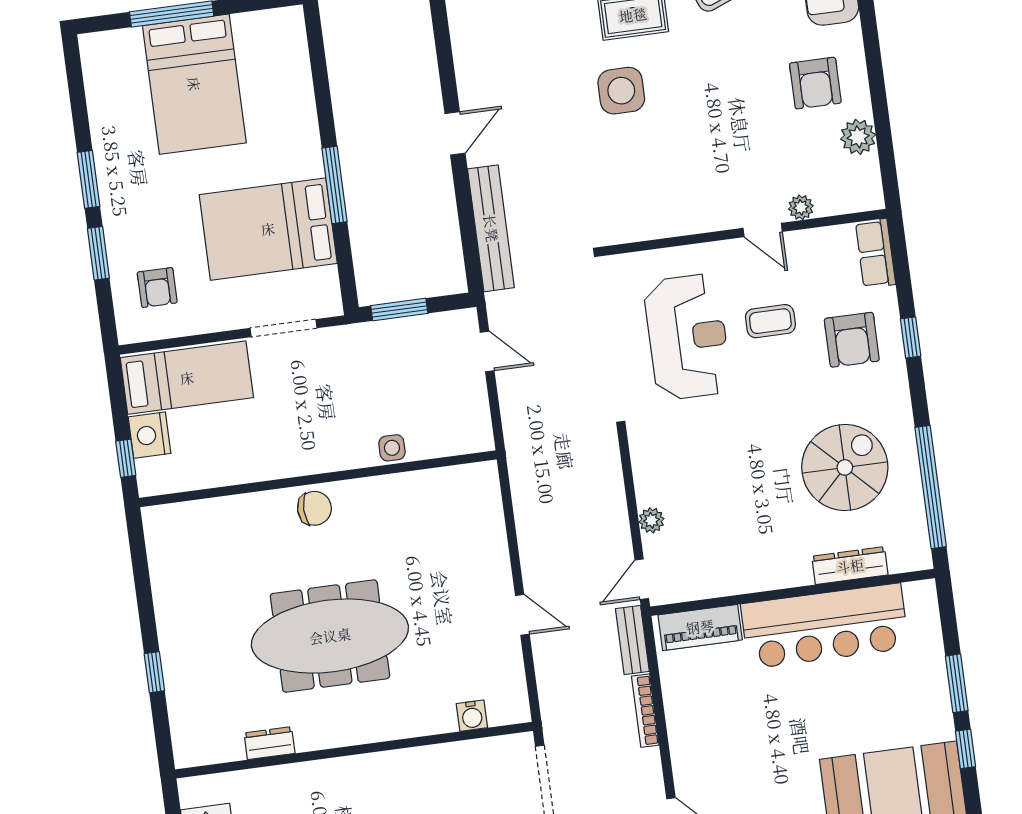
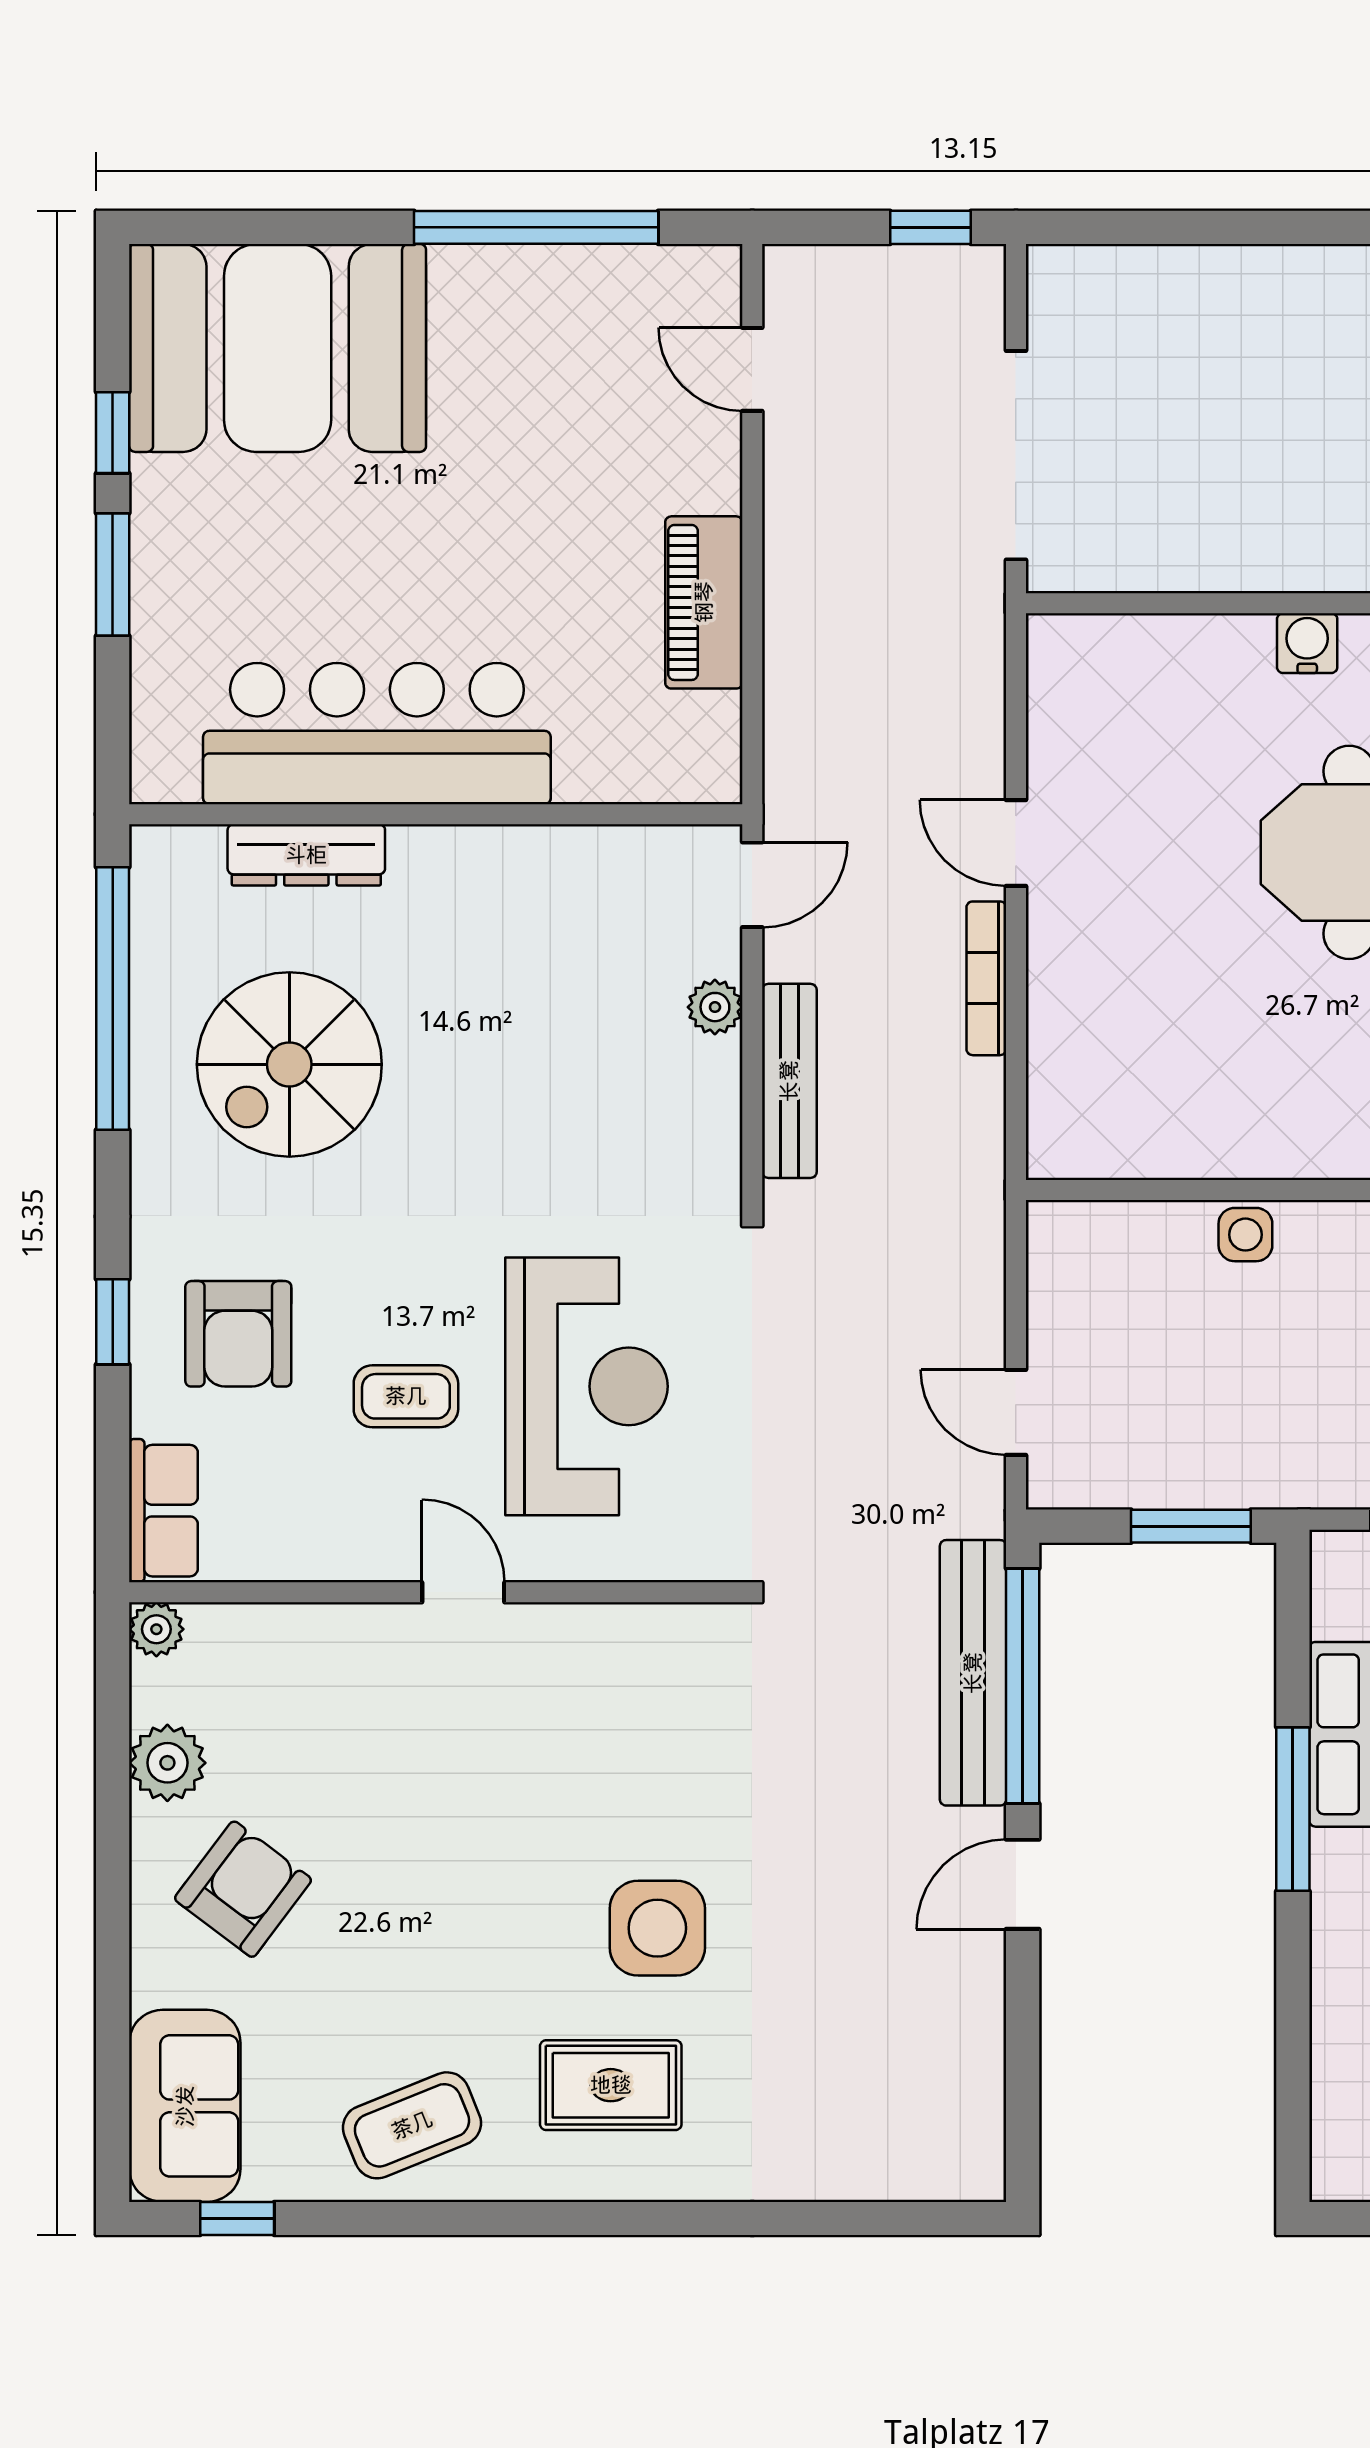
armchair: (815, 83) -> (243, 1889), turned 37
plant: (801, 207) -> (156, 1629), moved
window: (467, 225) -> (1023, 1686), added
door: (763, 230) -> (463, 1592), moved
reception desk: (687, 337) -> (586, 1386), turned 180
armchair: (852, 340) -> (238, 1334), turned 180
piano: (700, 627) -> (704, 602), moved, turned -90
bench: (632, 640) -> (789, 1081), moved, width x1.36
bookcase: (645, 711) -> (986, 978), moved, turned 180
water cooler: (472, 716) -> (1307, 643), moved

